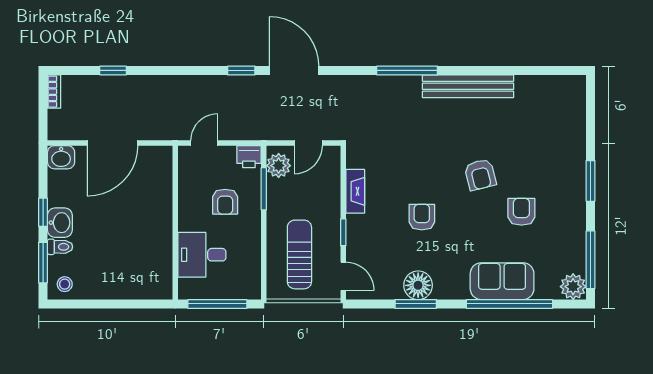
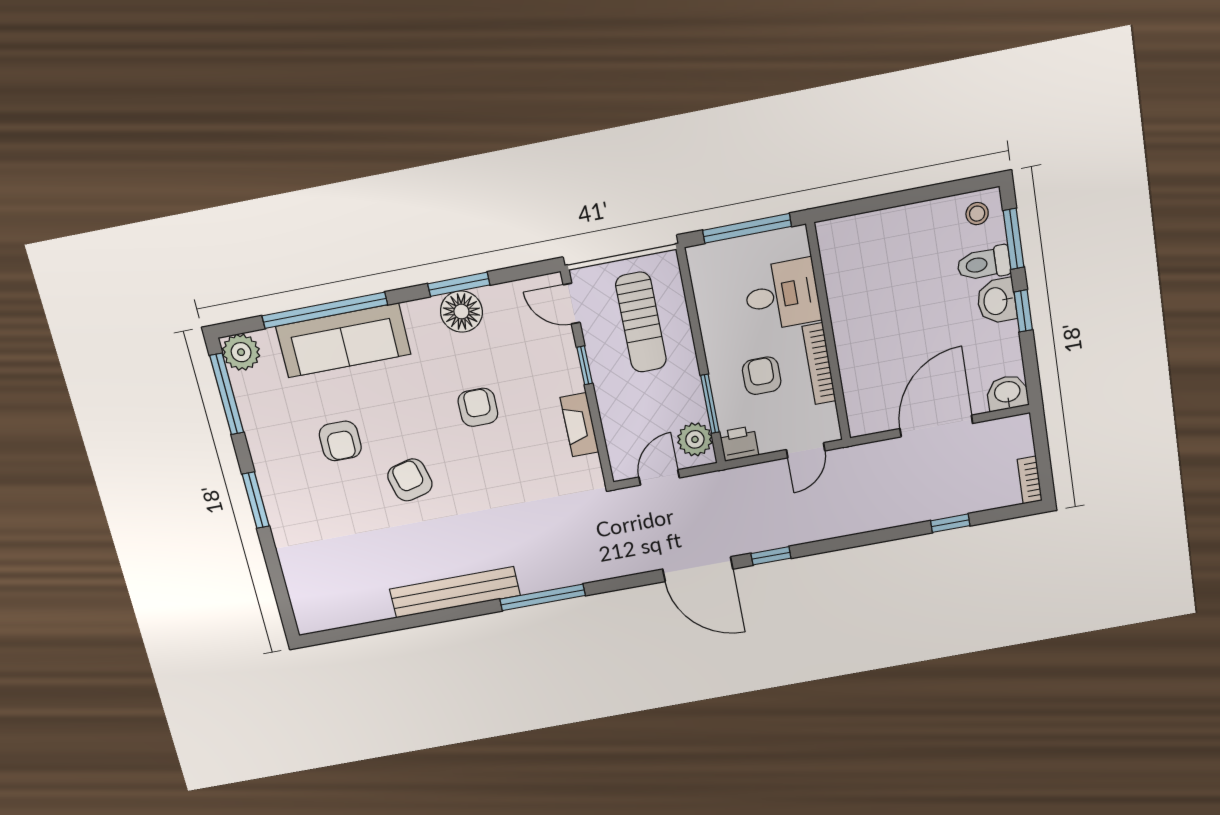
bookcase: (185, 202) -> (819, 364), added
armchair: (422, 217) -> (478, 407), turned 180
toilet: (60, 247) -> (984, 264), width x1.37, depth x1.39
sofa: (502, 281) -> (343, 340), width x1.36

